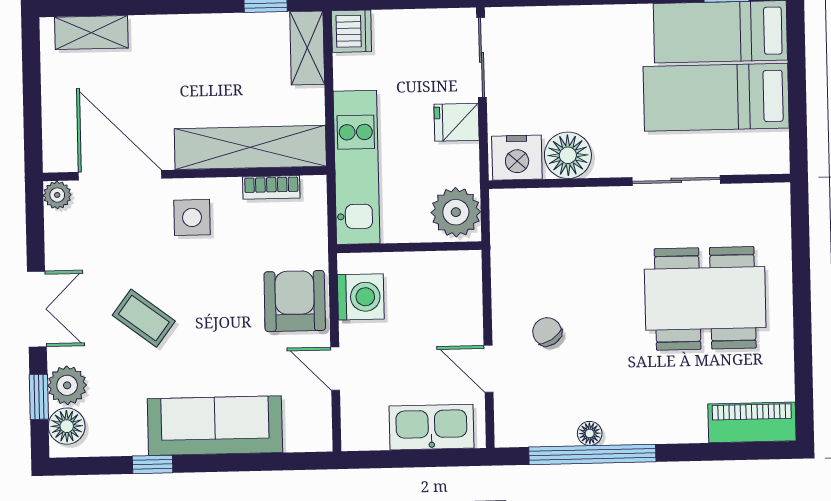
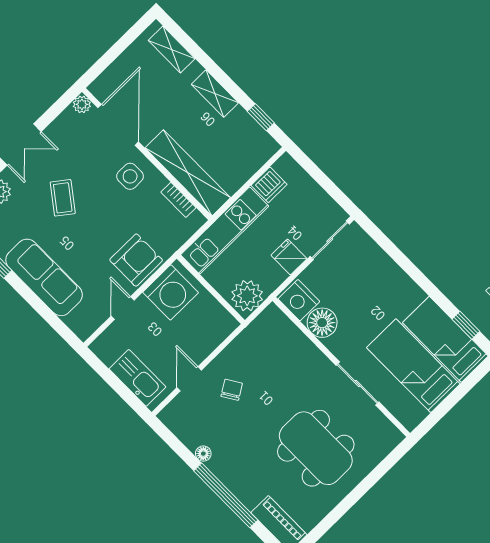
dishwasher: (351, 31) -> (269, 185), moved
shelving: (307, 48) -> (215, 94), moved, turned 90
washing machine: (361, 297) -> (171, 292), width x1.37, depth x1.37
window: (592, 454) -> (226, 495), moved

